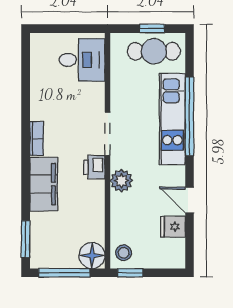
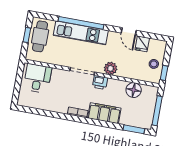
door: (189, 200) -> (129, 32), hinge flipped
stool: (124, 253) -> (154, 64), moved
floor lamp: (92, 256) -> (134, 90), moved

